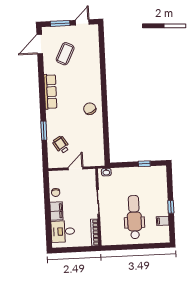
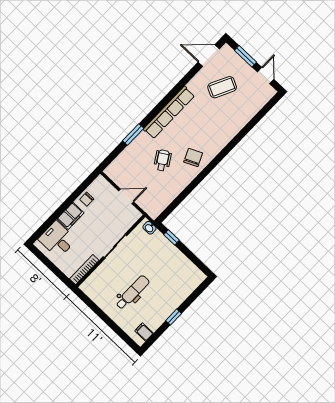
door: (82, 22) -> (266, 76), hinge flipped
row of seats: (50, 92) -> (169, 112), width x1.36
wheelchair: (61, 145) -> (163, 160), moved
window: (144, 164) -> (171, 237), moved
dental chair: (134, 217) -> (133, 292), width x0.73, depth x0.72
filing cabinet: (163, 221) -> (144, 332), moved

